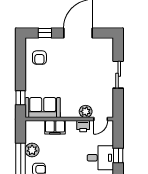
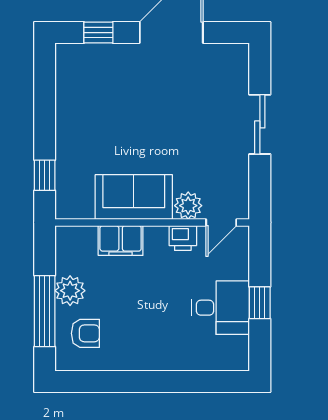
armchair: (39, 58) -> (86, 87), removed
sofa: (43, 108) -> (134, 197), moved

